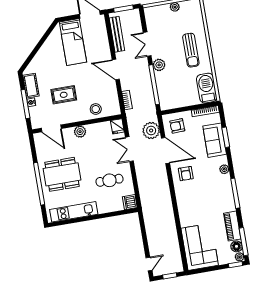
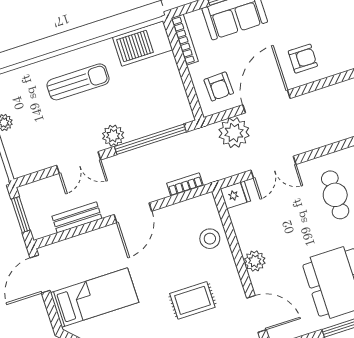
bench: (117, 34) -> (77, 217), width x0.73
rug: (64, 95) -> (192, 300), turned 90
door: (51, 128) -> (257, 314), hinge flipped

